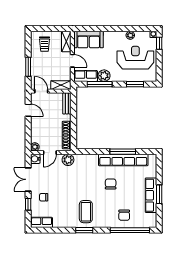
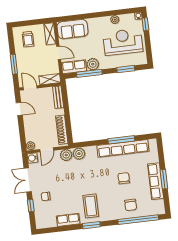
plant: (80, 160) -> (79, 154), added
chair: (111, 184) -> (124, 178), moved
row of seats: (42, 222) -> (68, 220), moved

